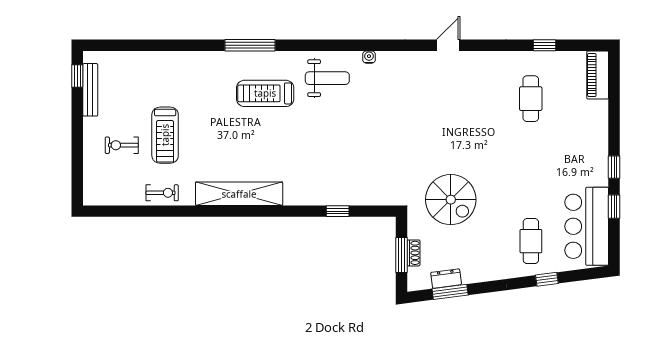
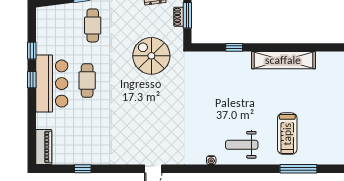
treadmill: (265, 93) -> (287, 134), turned 90
cafe table: (531, 99) -> (87, 81), moved
shelving: (239, 194) -> (283, 60), moved
bar counter: (587, 226) -> (52, 84), moved

